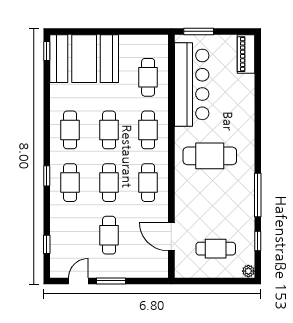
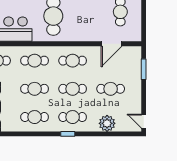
plant: (61, 230) -> (107, 123), added
window: (47, 244) -> (117, 134), removed
door: (78, 281) -> (144, 121), moved
window: (111, 281) -> (144, 69), moved

